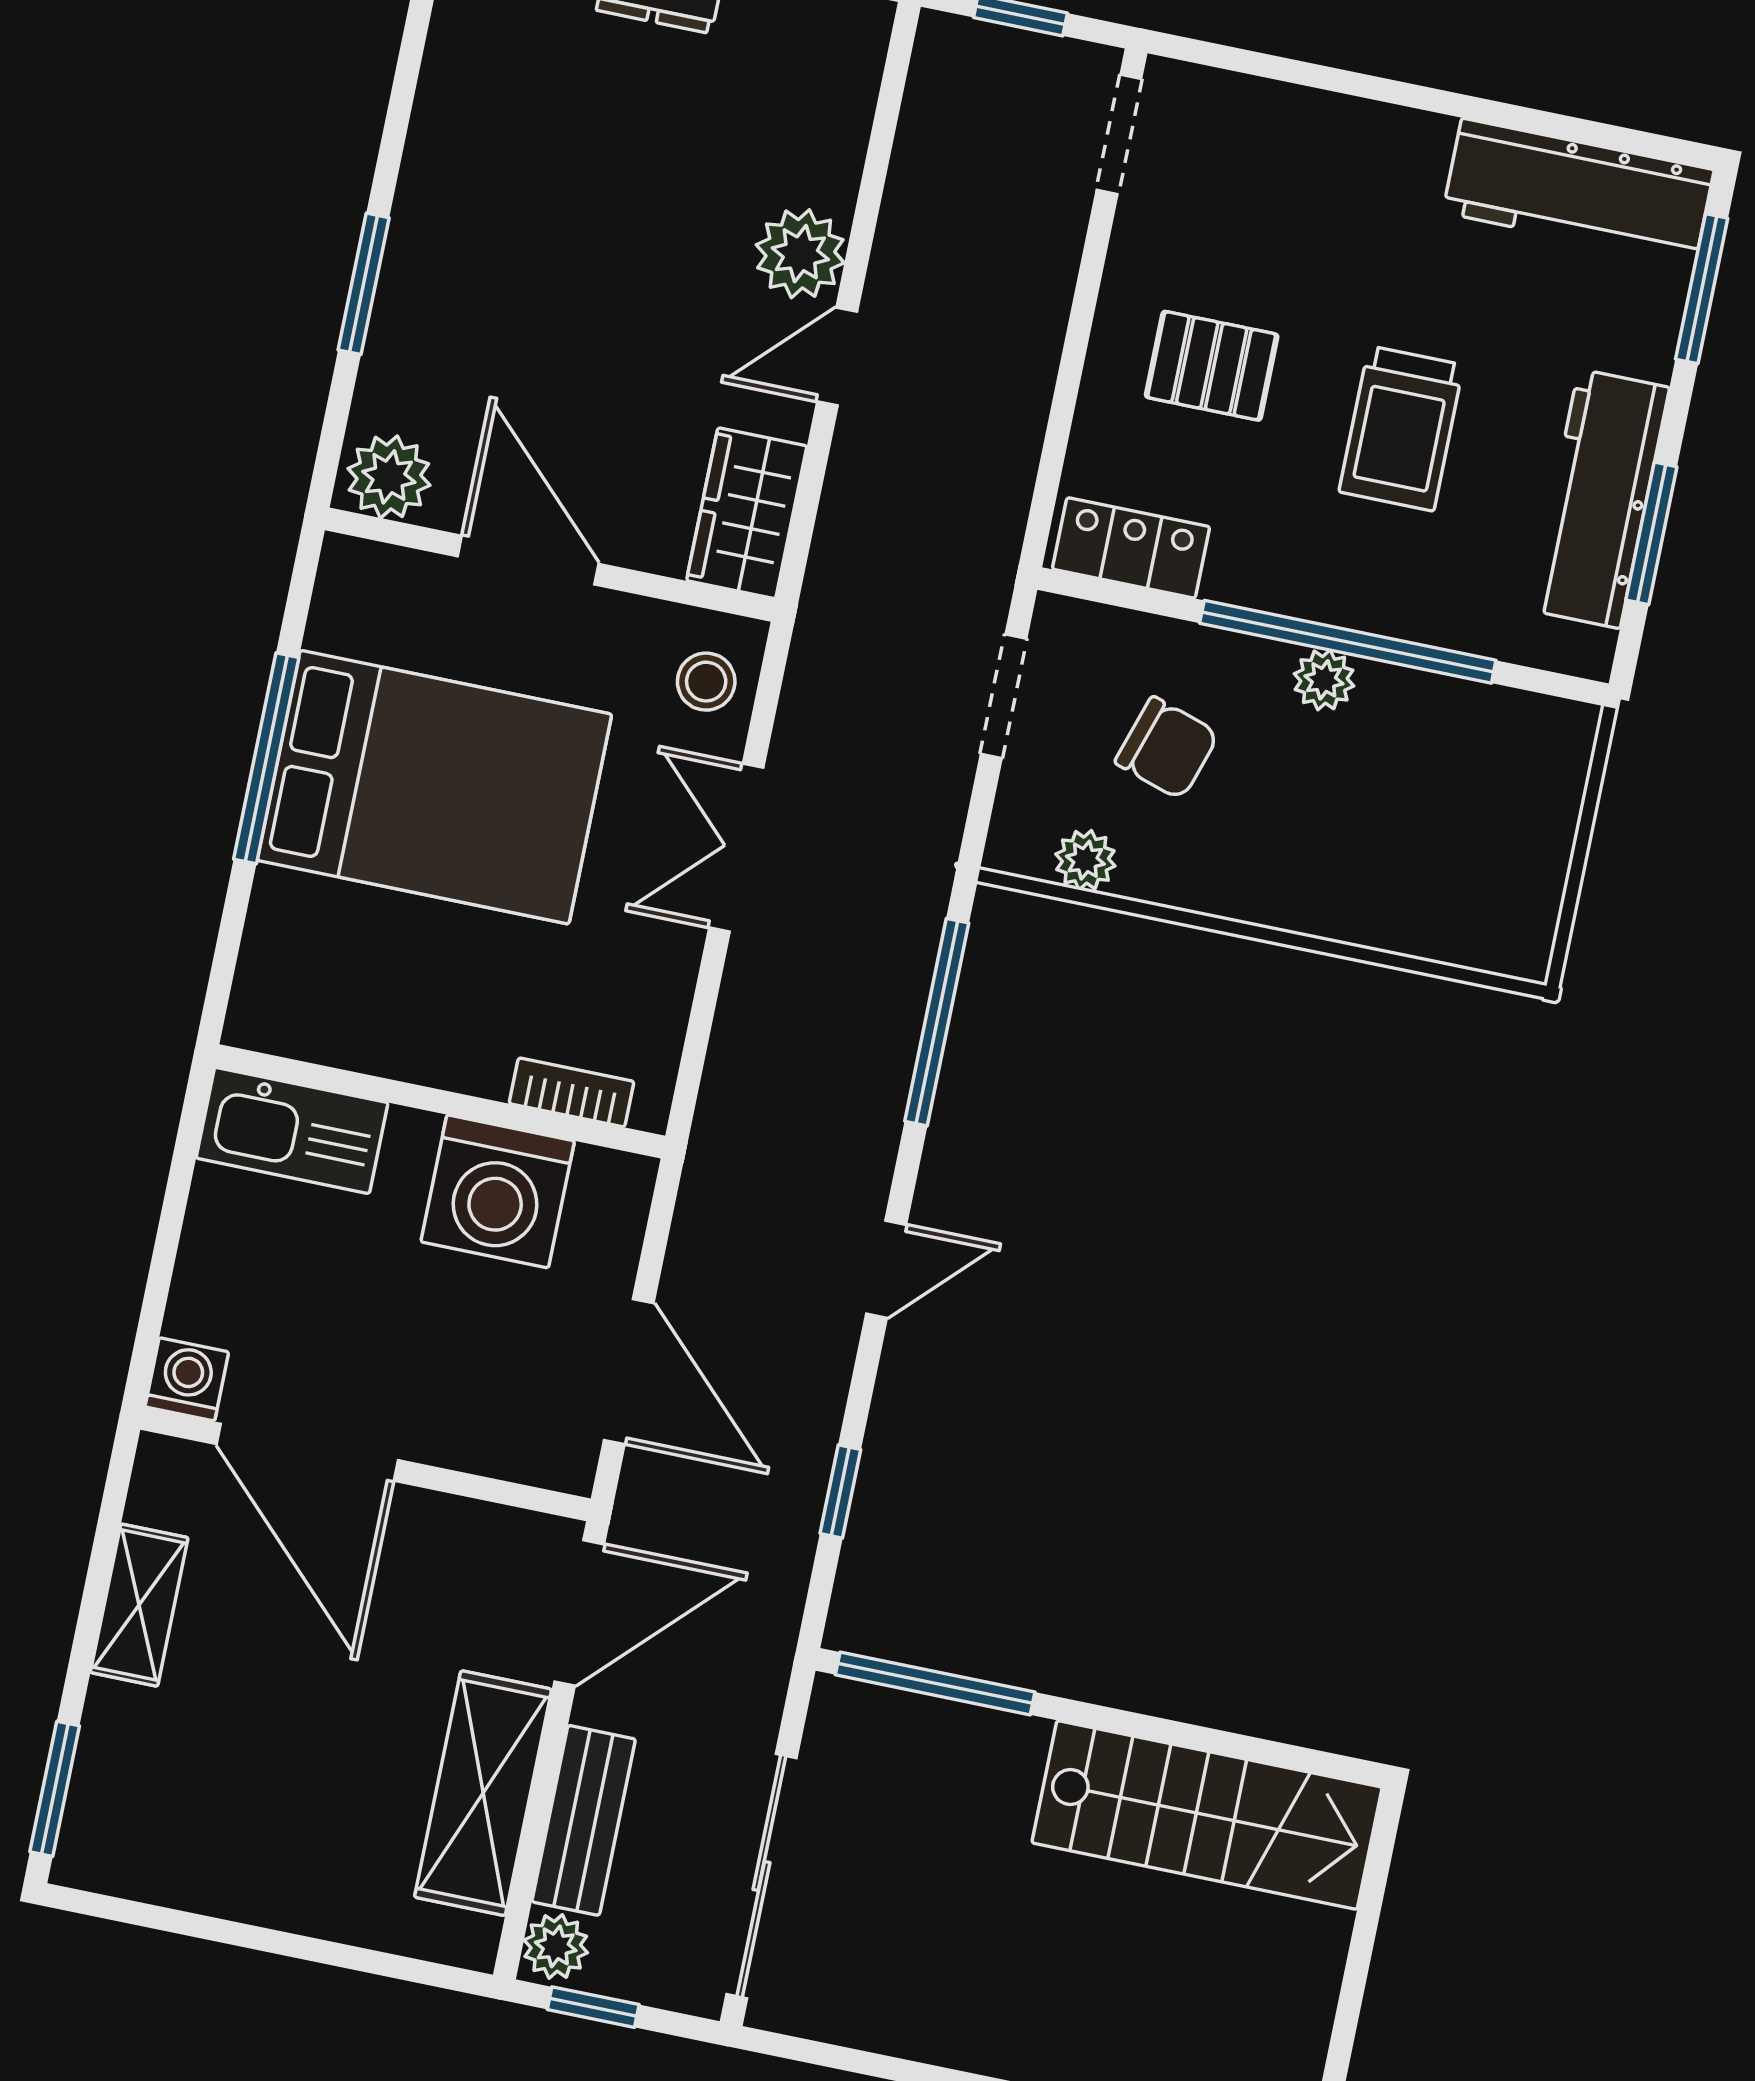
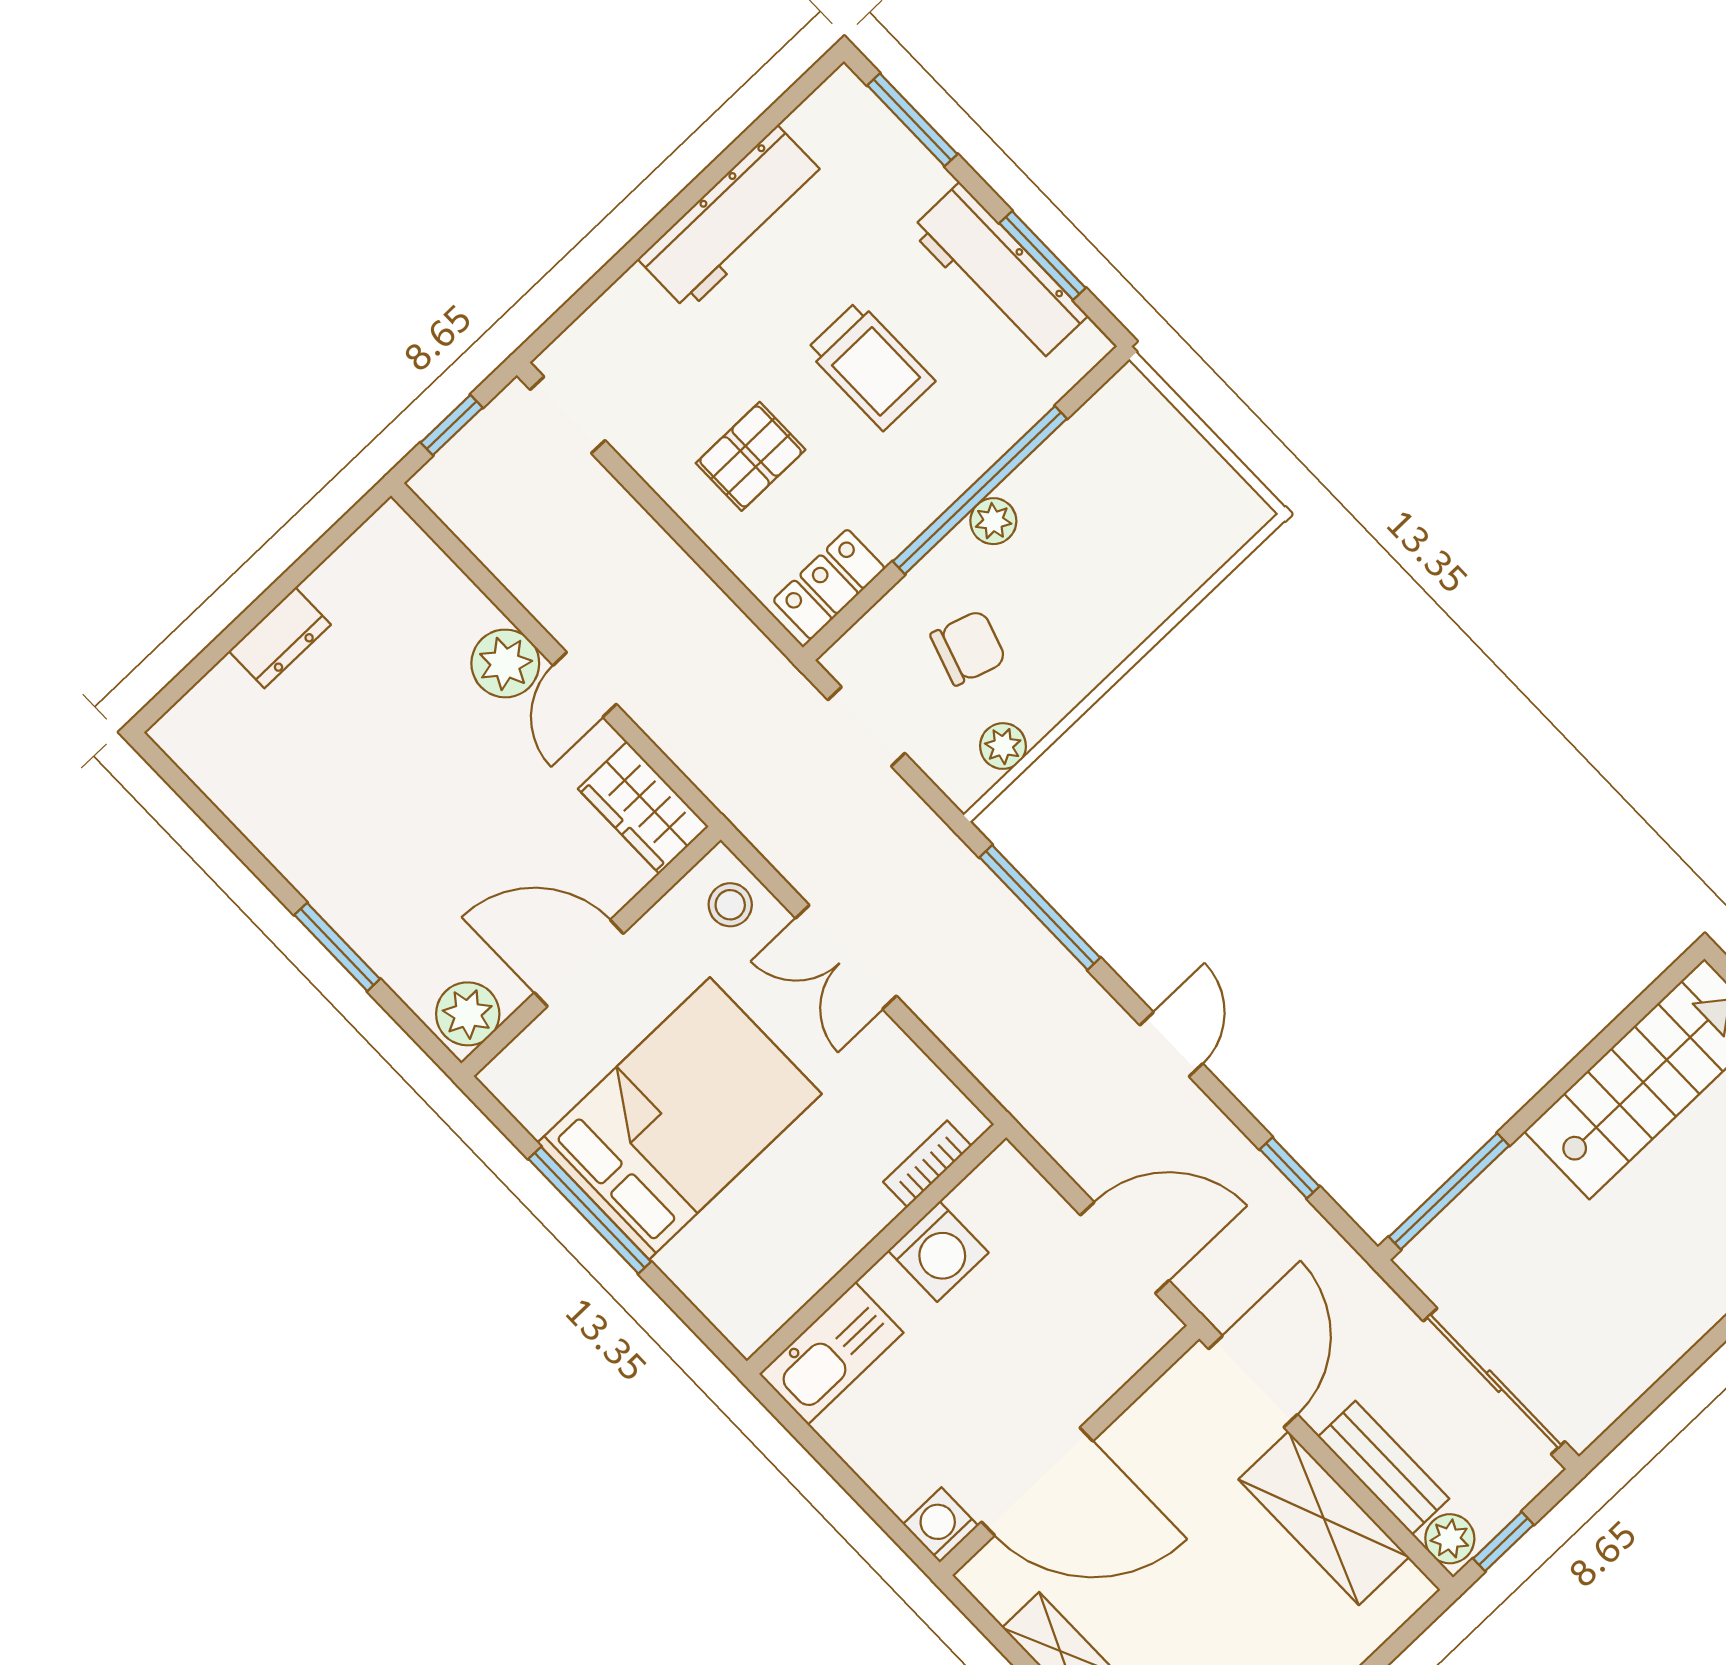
workbench: (1578, 191) -> (733, 218), moved
washing machine: (498, 1191) -> (938, 1252), width x0.73, depth x0.73

